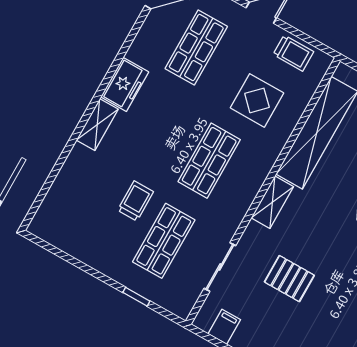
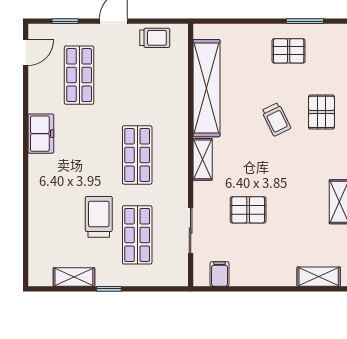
display table: (257, 100) -> (148, 89), removed
shelving: (97, 125) -> (74, 277), moved, turned 90
trolley: (136, 201) -> (99, 217), width x1.36, depth x1.39
window: (136, 297) -> (109, 289), moved

